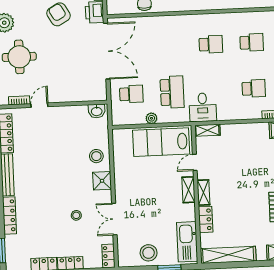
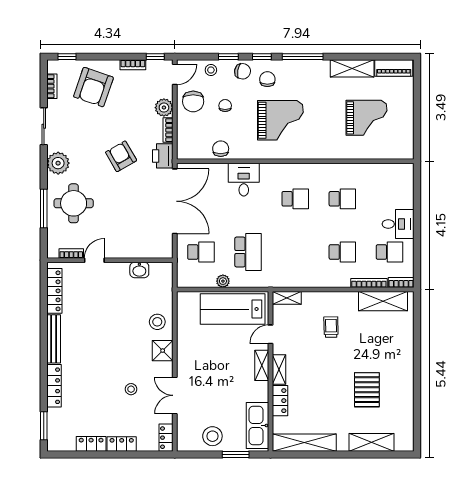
desk: (203, 107) -> (244, 180), moved, turned 180
washbasin: (97, 111) -> (139, 270), moved
trolley: (247, 154) -> (331, 327), added

